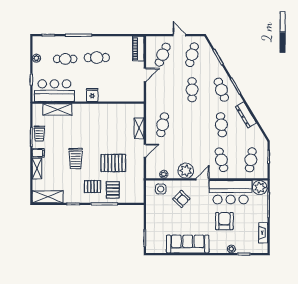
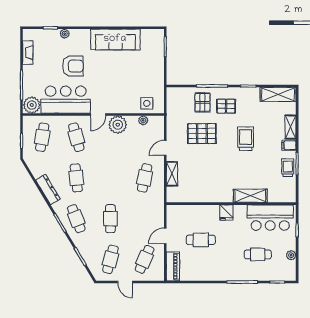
cafe table: (97, 58) -> (201, 240), moved
shelving: (57, 109) -> (250, 196), moved
armchair: (181, 199) -> (123, 92), removed
armchair: (224, 221) -> (73, 66), turned -90

